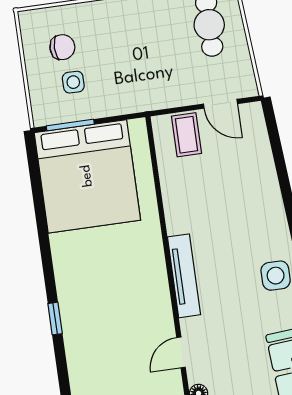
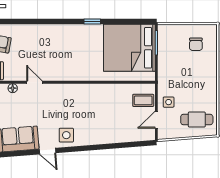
side table: (73, 82) -> (169, 102), moved
tv unit: (184, 276) -> (73, 89), removed
window: (55, 319) -> (92, 22), moved

